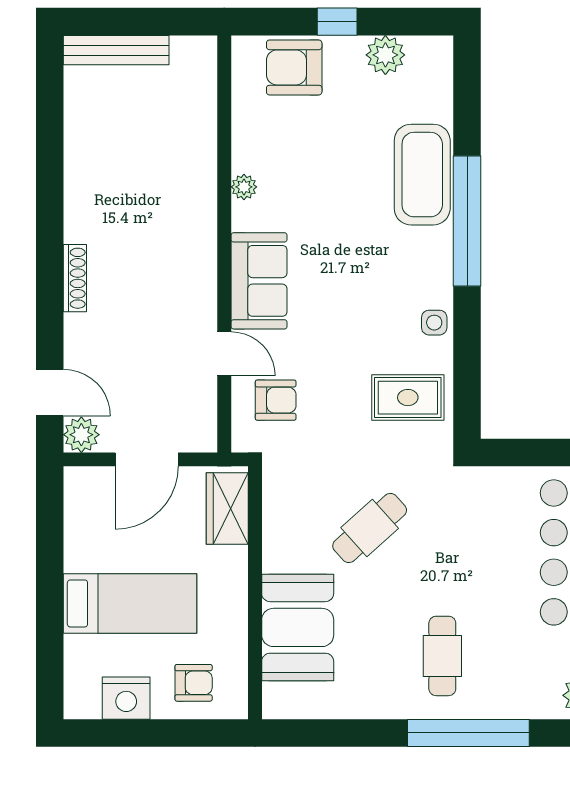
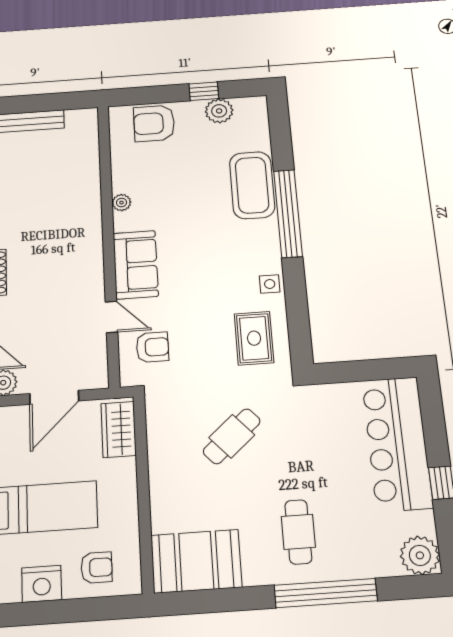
window: (337, 22) -> (204, 91), moved
rug: (408, 398) -> (254, 338), turned 90
booth: (298, 627) -> (196, 561), moved, turned 90

